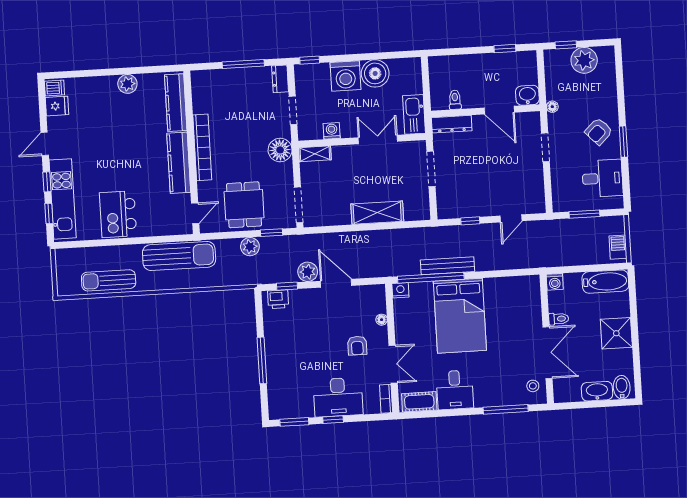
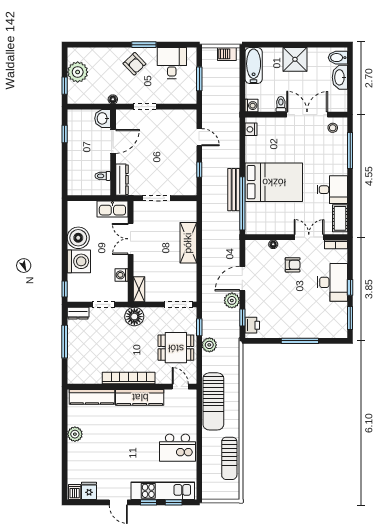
sun lounger: (179, 256) -> (213, 401), turned 180
nightstand: (400, 290) -> (251, 129), moved

